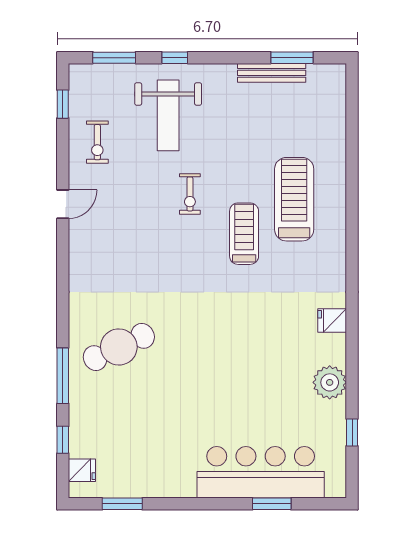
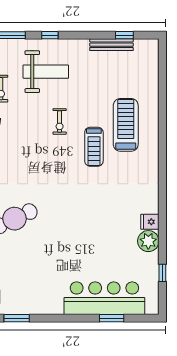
window: (292, 58) -> (124, 35), width x0.67
weight bench: (168, 115) -> (46, 72), turned -90
treadmill: (244, 234) -> (94, 147), turned 180
fridge: (332, 320) -> (150, 222), moved

